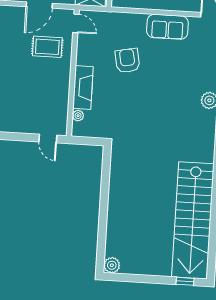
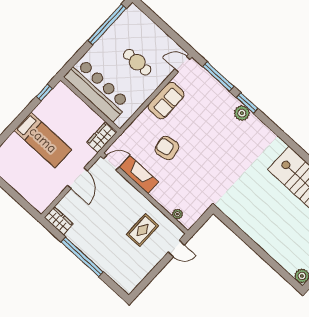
rug: (47, 47) -> (143, 230), moved
fireplace: (83, 87) -> (139, 175), moved

